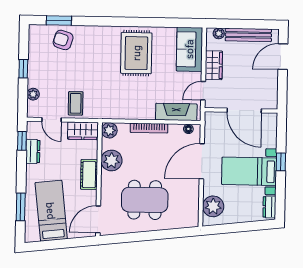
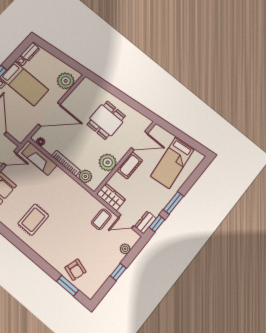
rug: (136, 53) -> (33, 220), width x0.73, depth x0.70
door: (52, 120) -> (126, 221), swing flipped
plant: (109, 130) -> (85, 176), moved
dresser: (33, 151) -> (145, 222), moved
dining table: (145, 200) -> (106, 120), width x0.73
window: (21, 207) -> (173, 203), moved
door: (98, 219) -> (139, 141), moved

